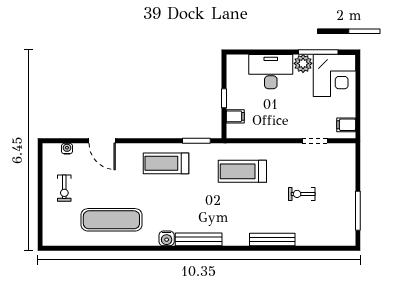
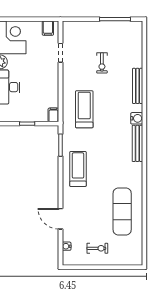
filing cabinet: (235, 116) -> (53, 115), moved
door: (102, 141) -> (60, 219), swing flipped
treadmill: (166, 163) -> (78, 169), turned 180
treadmill: (242, 171) -> (84, 109), turned 180
water cooler: (167, 238) -> (137, 118), moved

